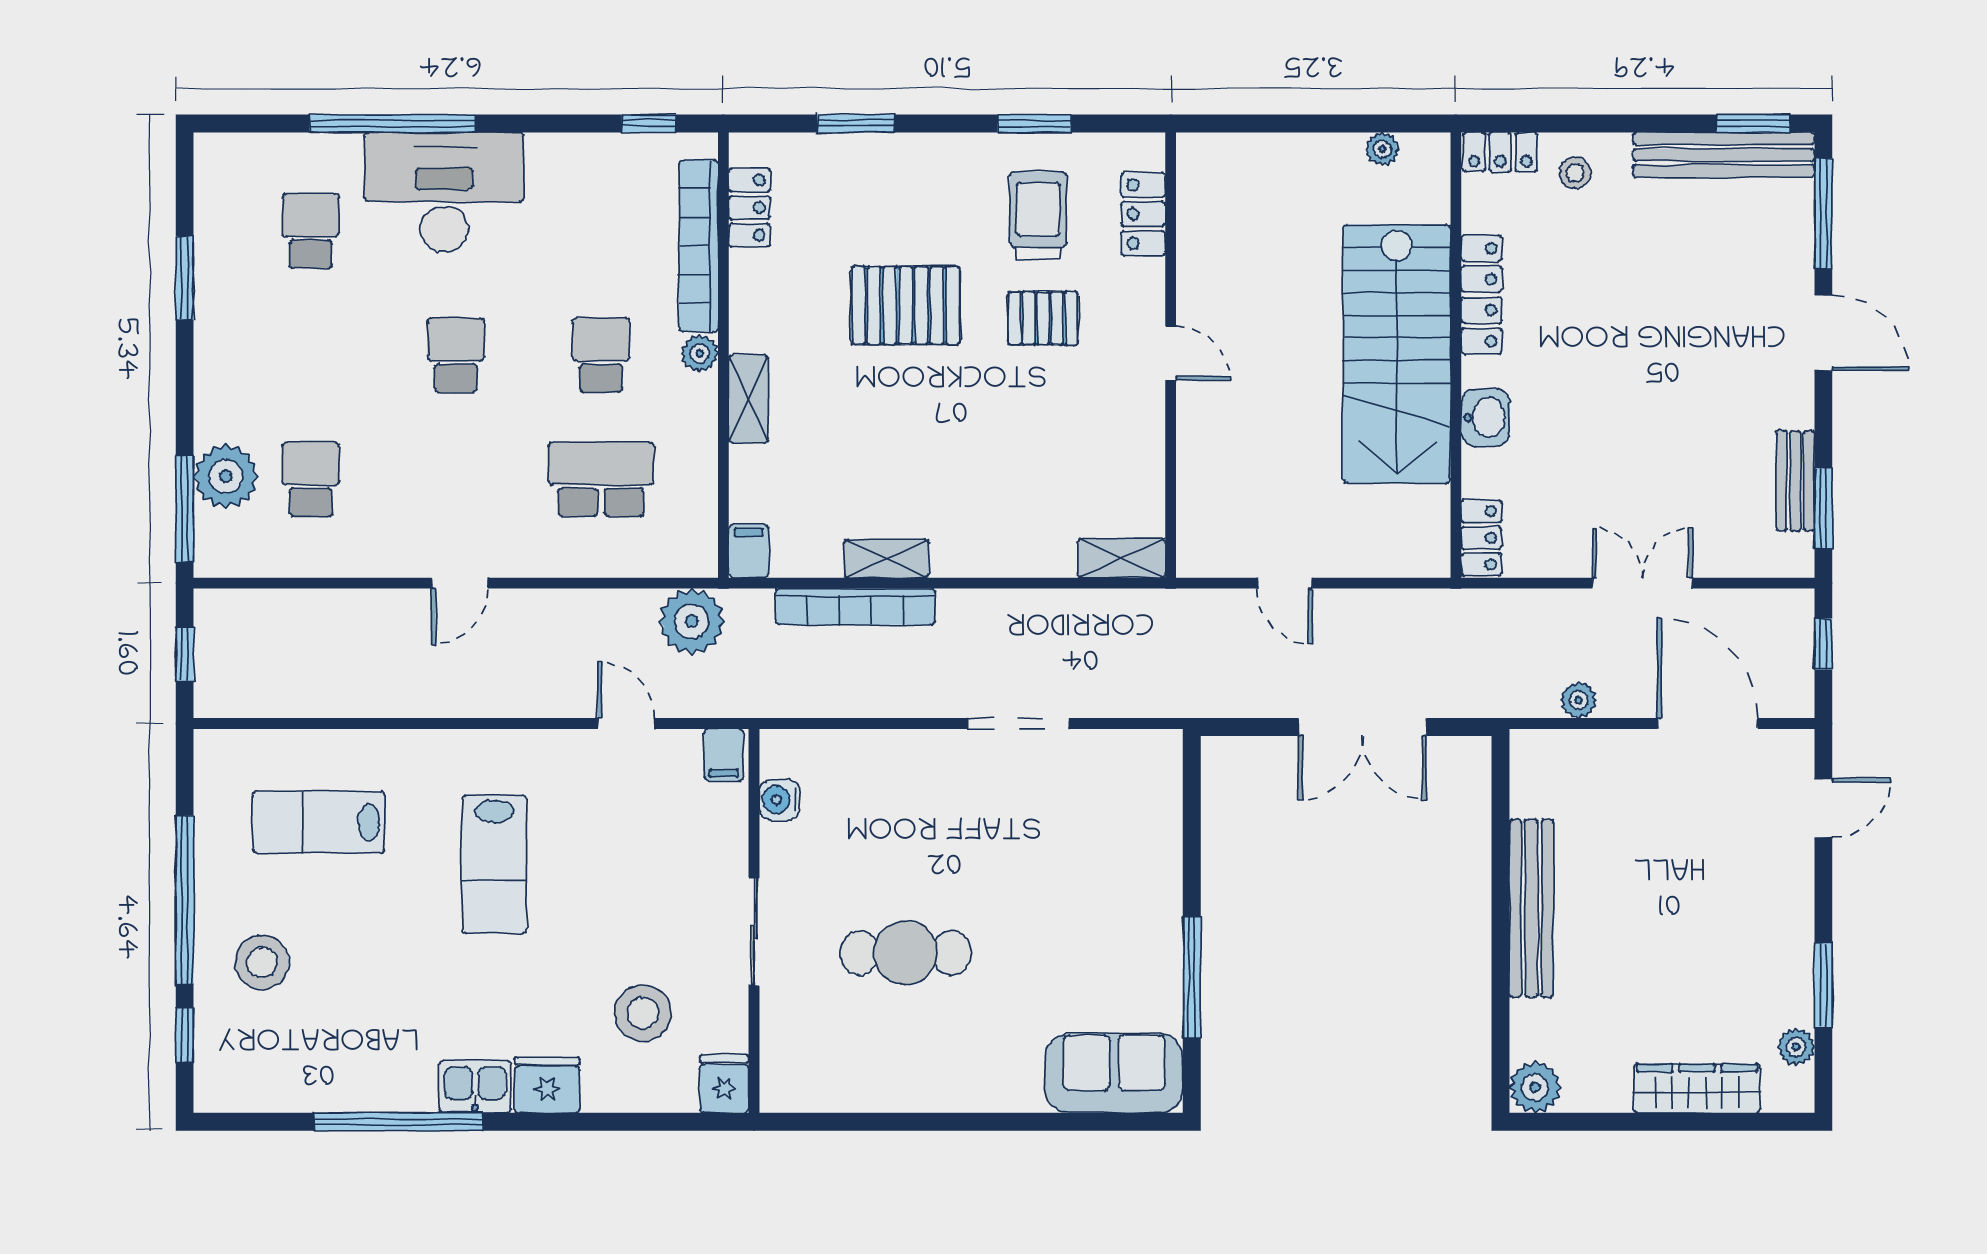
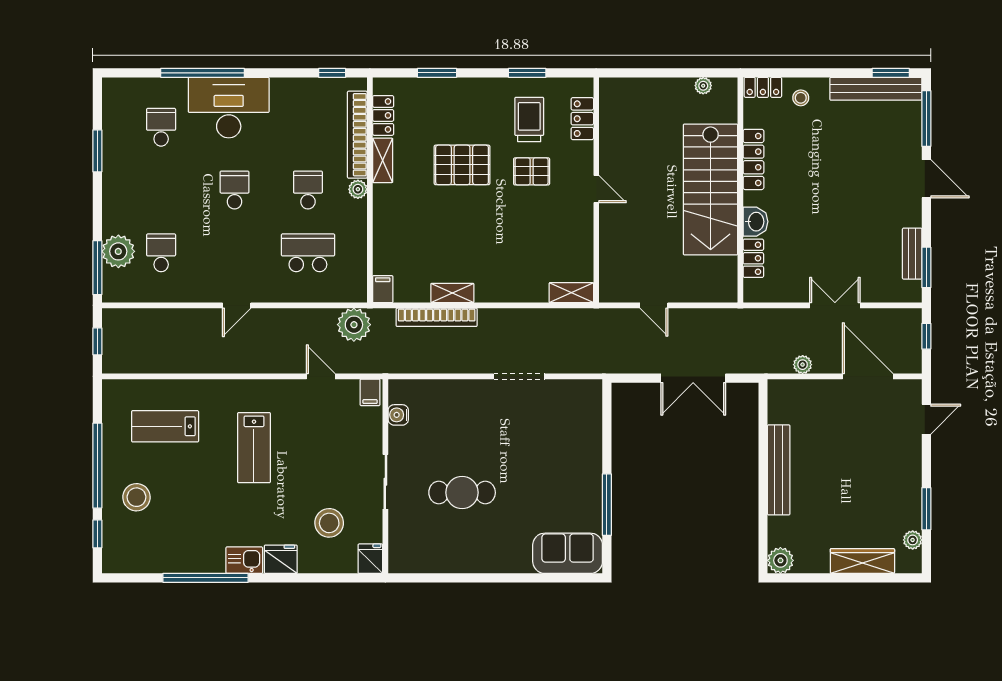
shelving: (748, 399) -> (383, 160), moved
locker: (1481, 538) -> (753, 258), moved

